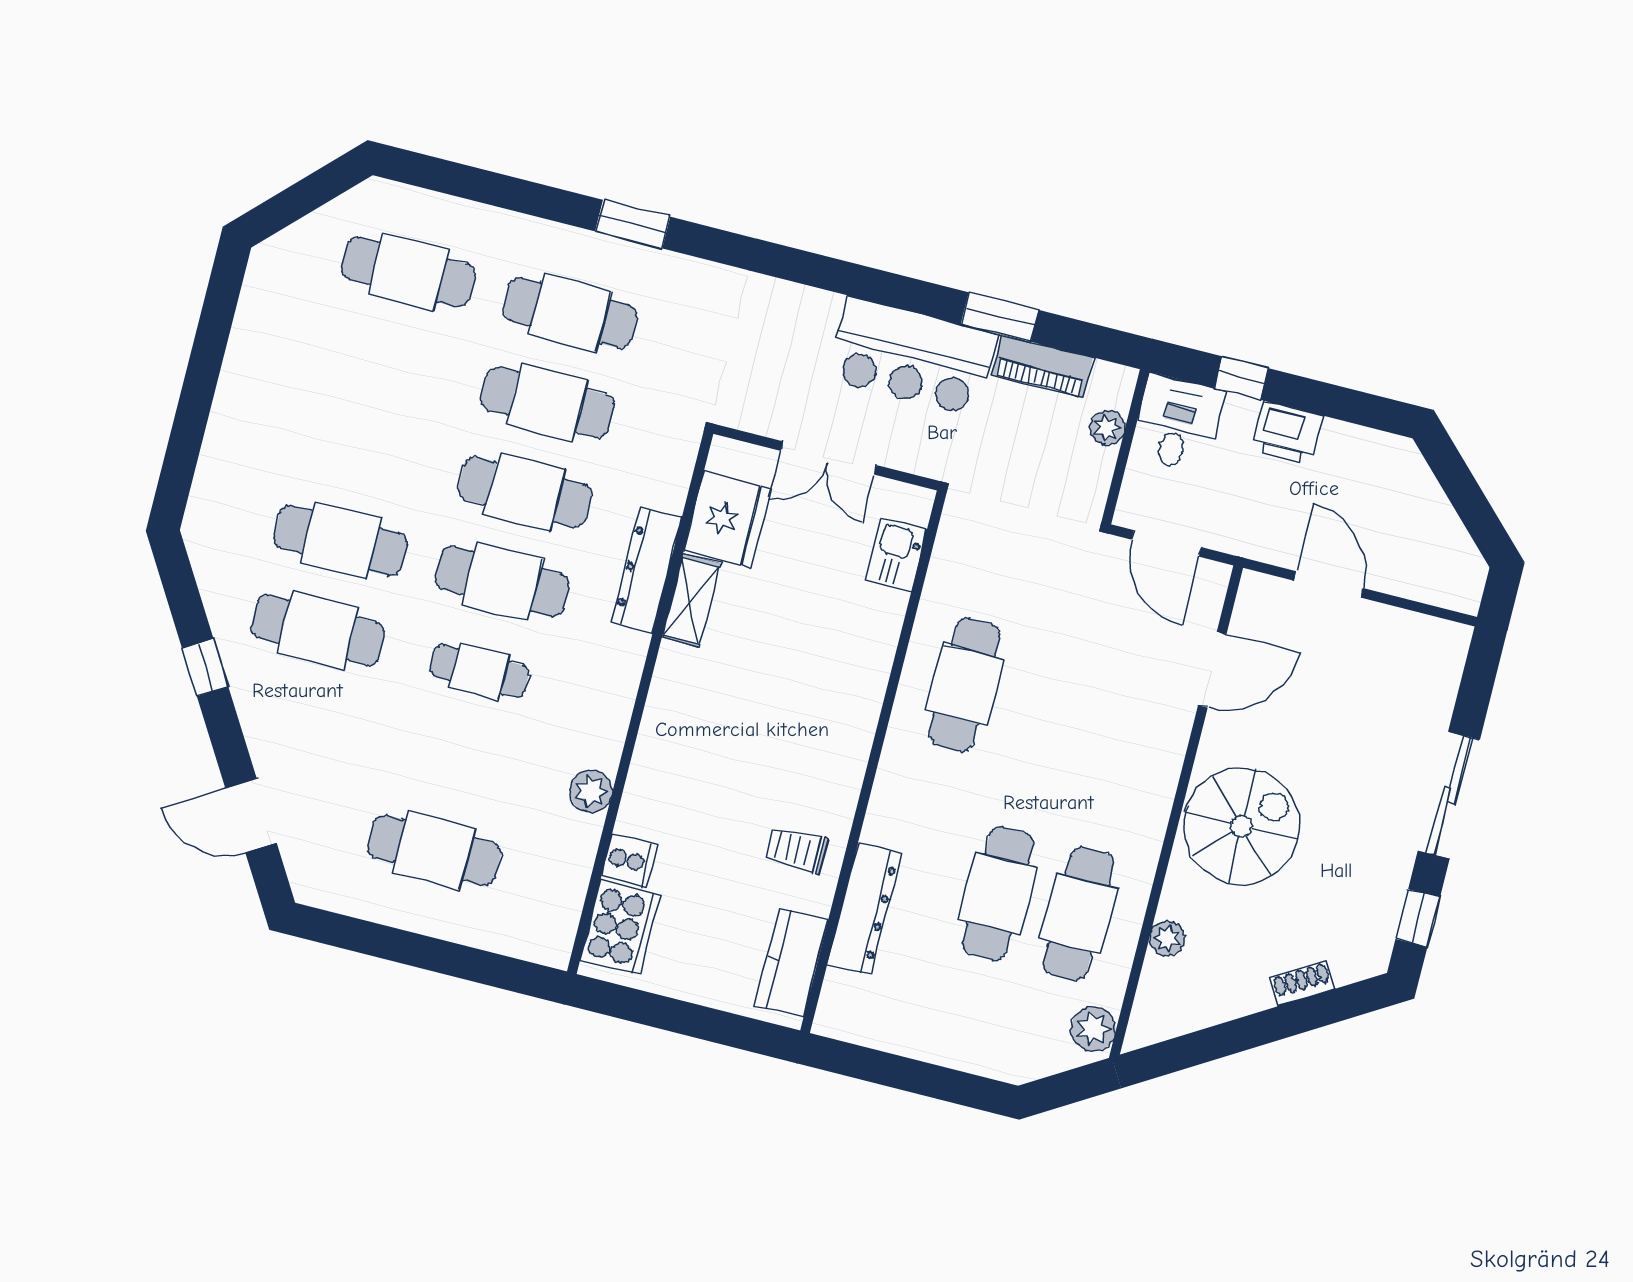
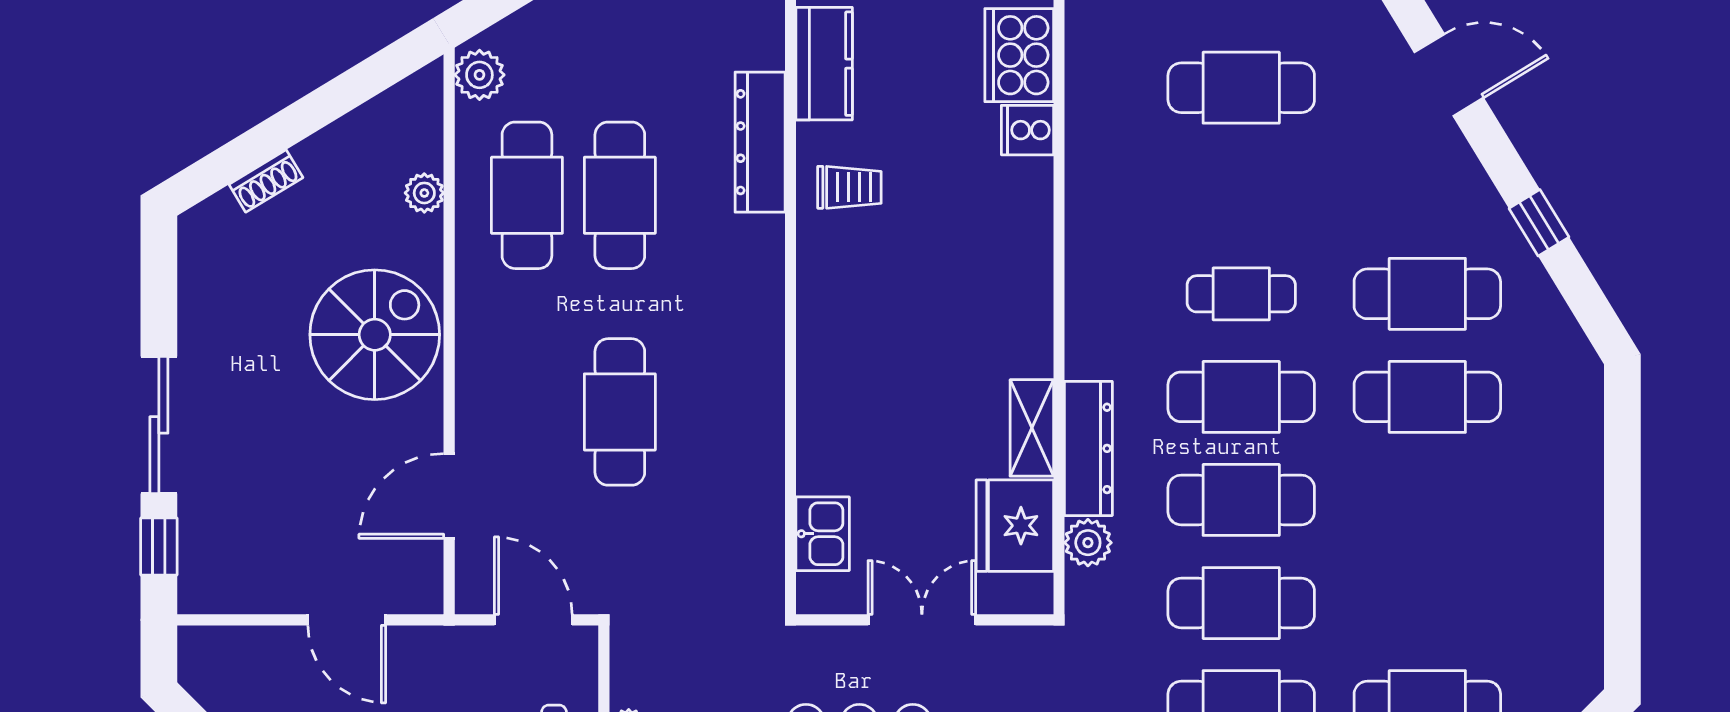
cafe table: (965, 685) -> (620, 412), moved
plant: (591, 791) -> (1088, 543), moved
spiral stairs: (1241, 826) -> (375, 335), turned 180
window: (1418, 918) -> (159, 546), moved

